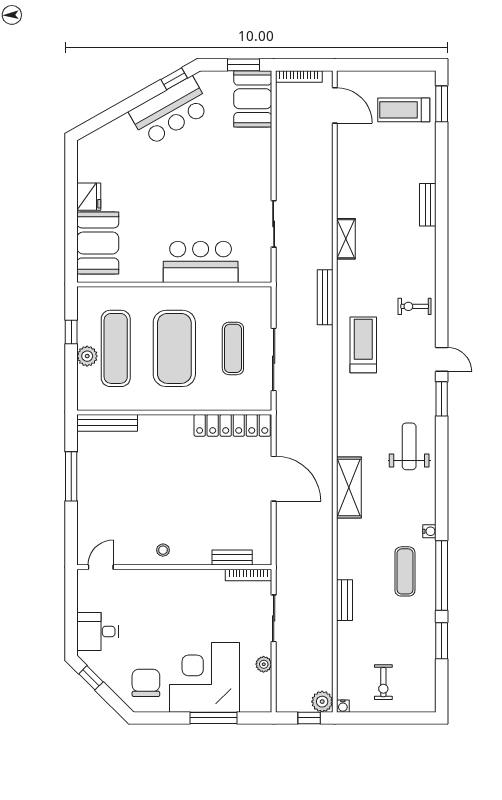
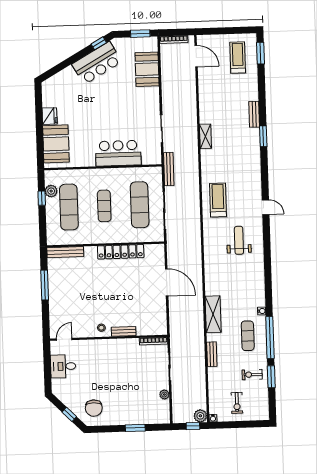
booth: (253, 99) -> (147, 69), moved
treadmill: (404, 110) -> (238, 57), turned 90
bench: (325, 297) -> (169, 169), moved
exercise bike: (415, 306) -> (252, 375), moved
exercise mat: (174, 348) -> (104, 206), width x0.50, depth x0.69
exercise mat: (233, 348) -> (140, 205), width x1.36, depth x1.45
plant: (87, 356) -> (51, 191), moved
window: (442, 399) -> (263, 136), moved
locker: (232, 425) -> (121, 252), moved
weight bench: (409, 446) -> (239, 240), moved
shelving: (349, 487) -> (213, 314), moved
bench: (232, 558) -> (124, 331), moved
desk: (98, 631) -> (63, 366), moved
corner desk: (205, 677) -> (129, 404), removed
window: (91, 678) -> (69, 414), moved
chair: (146, 683) -> (94, 408), turned 180
window: (213, 718) -> (135, 428), width x0.69

